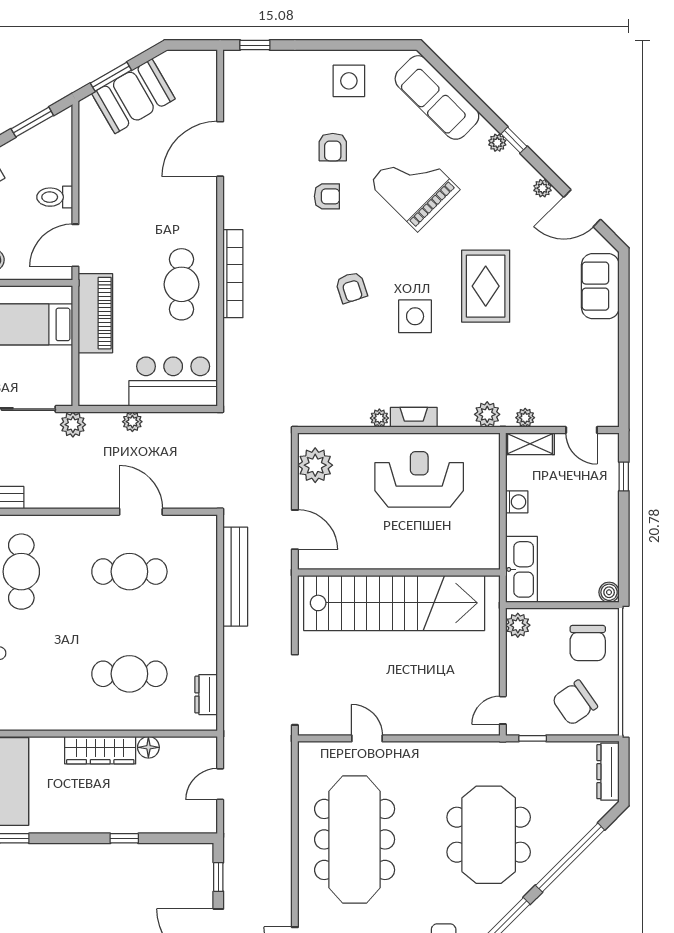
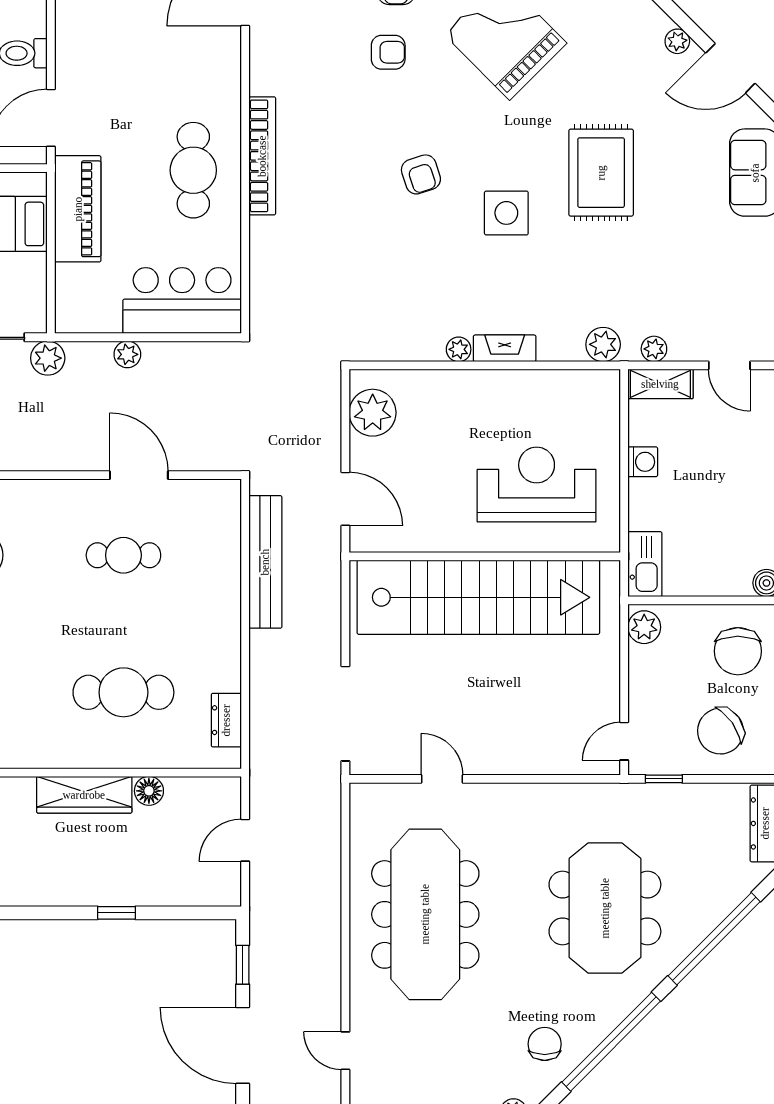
reception desk: (419, 479) -> (537, 484), moved
kitchen sink: (521, 569) -> (645, 564), width x0.73, depth x0.81
cafe table: (129, 572) -> (123, 555), width x0.73, depth x0.74

